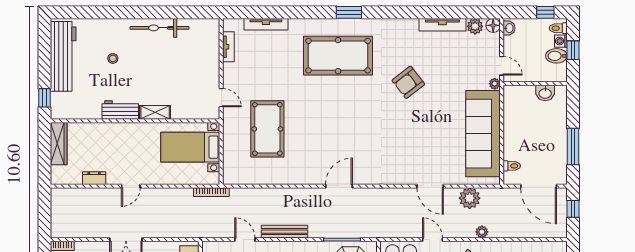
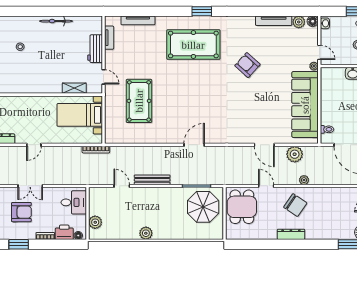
bicycle: (159, 28) -> (56, 21), width x0.73, depth x0.71
armchair: (408, 82) -> (247, 65), turned 80
workbench: (120, 110) -> (95, 49), moved, turned -90
shelving: (155, 112) -> (74, 88), moved

